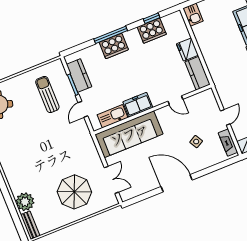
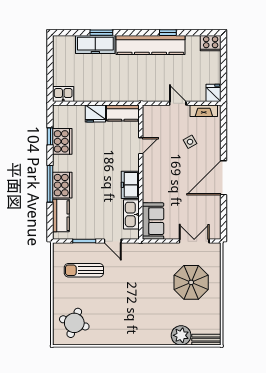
kitchen counter: (79, 75) -> (61, 216), moved, turned 90
sofa: (129, 134) -> (153, 221), width x0.54, depth x0.79

